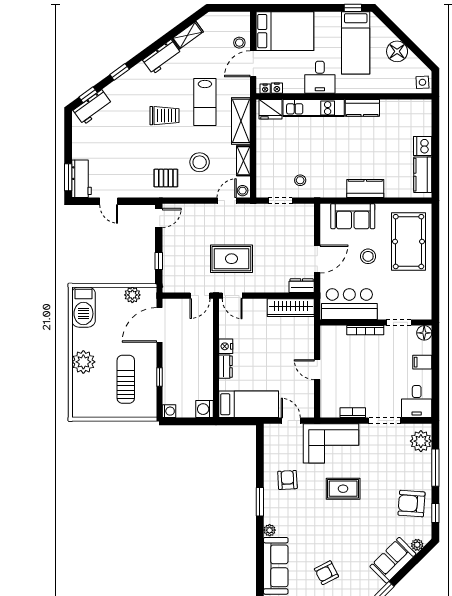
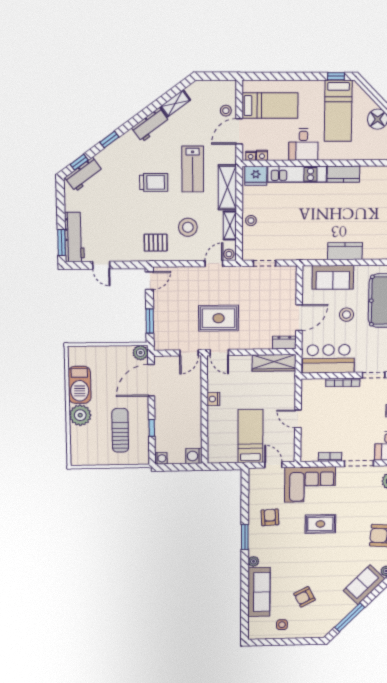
bed: (285, 31) -> (270, 106), width x0.67
workbench: (81, 179) -> (74, 237), width x1.38
stool: (300, 180) -> (251, 221), moved
window: (159, 261) -> (150, 321), width x1.50
plant: (132, 295) -> (140, 353), moved
barbecue: (83, 307) -> (80, 385), moved
dresser: (226, 367) -> (213, 417), removed
bed: (249, 404) -> (250, 436), moved, turned -90

